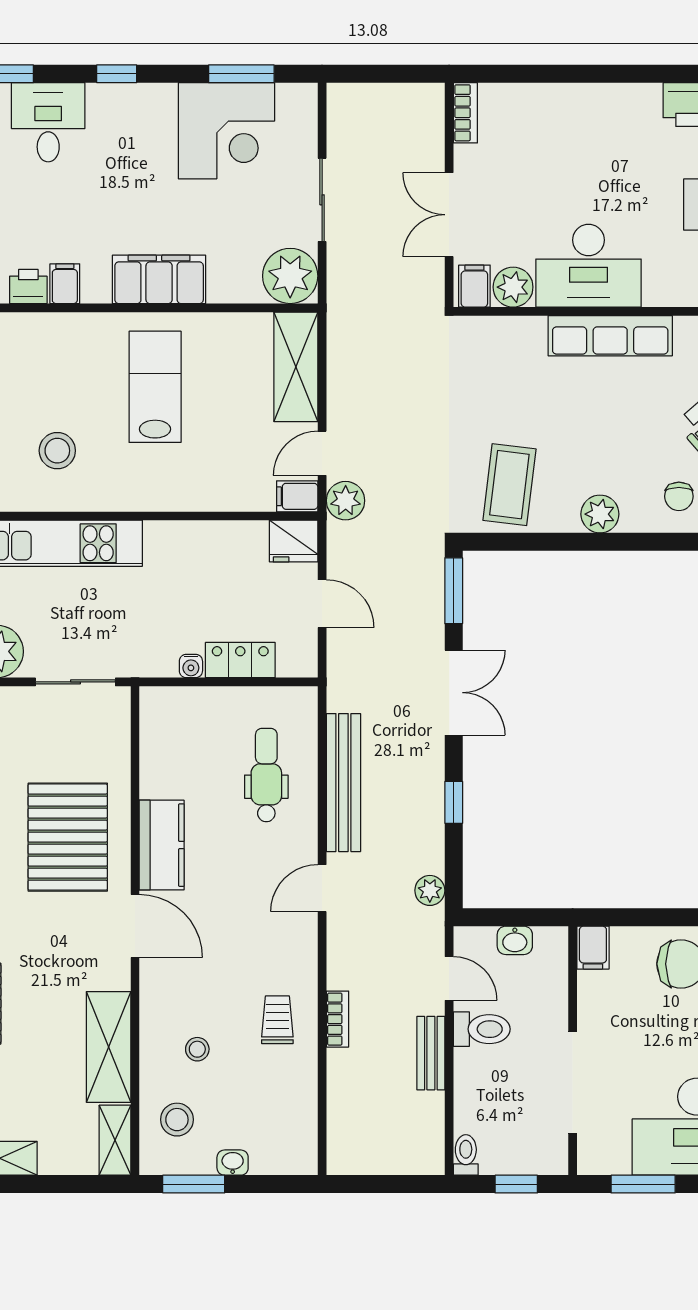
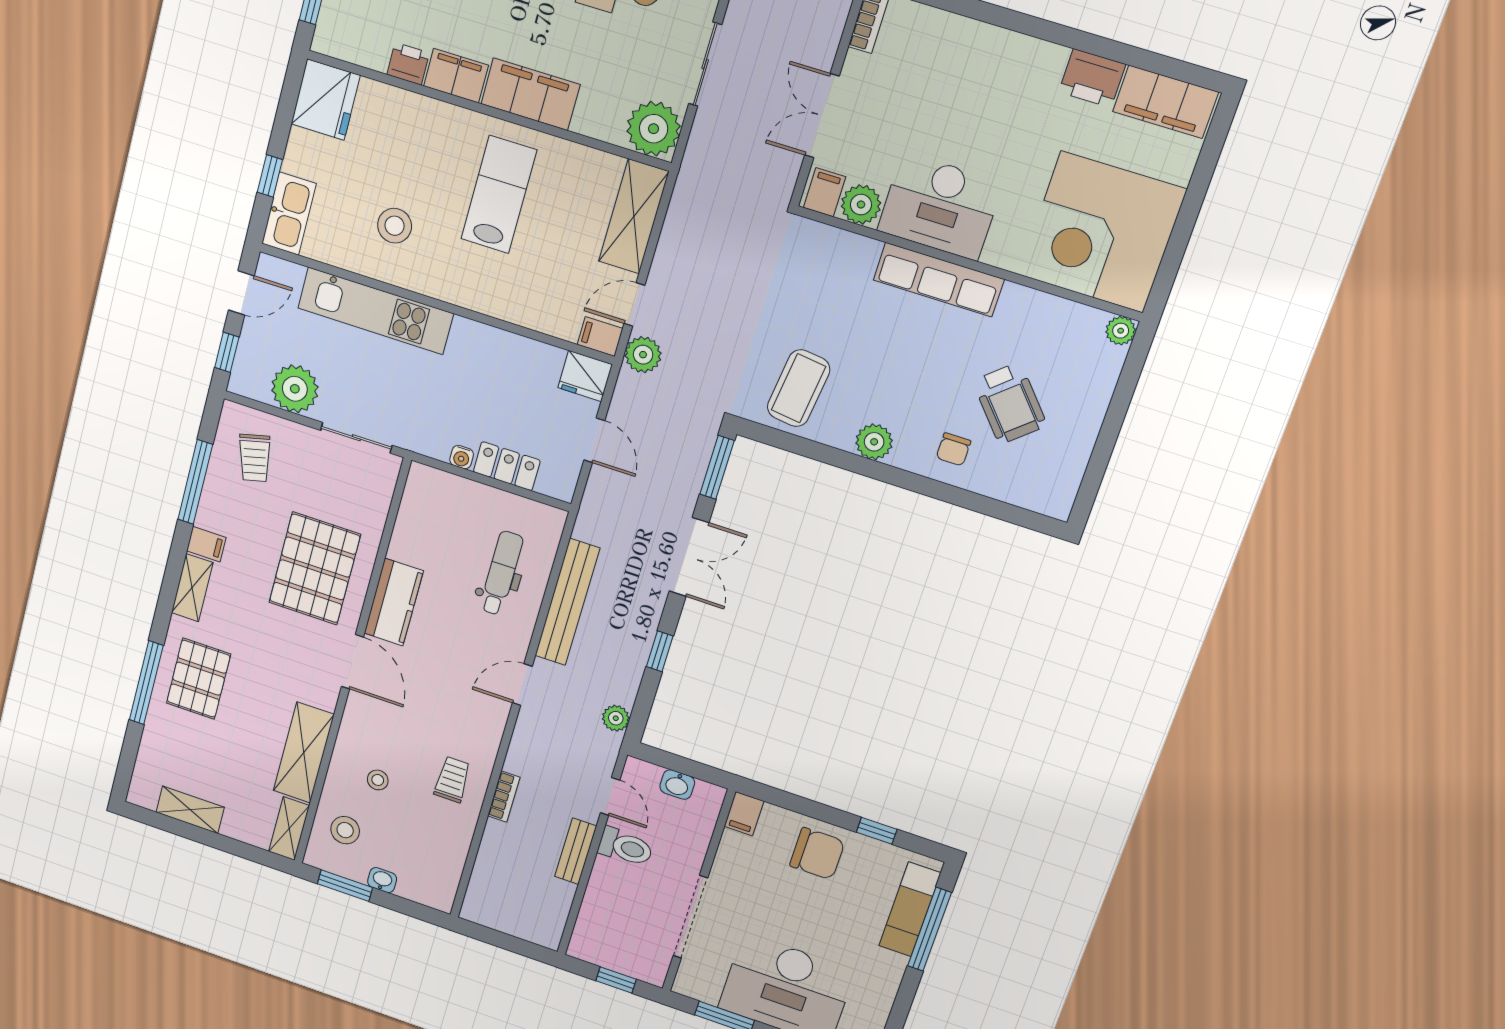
filing cabinet: (65, 284) -> (456, 76), width x2.00
toilet: (466, 1155) -> (580, 942), removed

